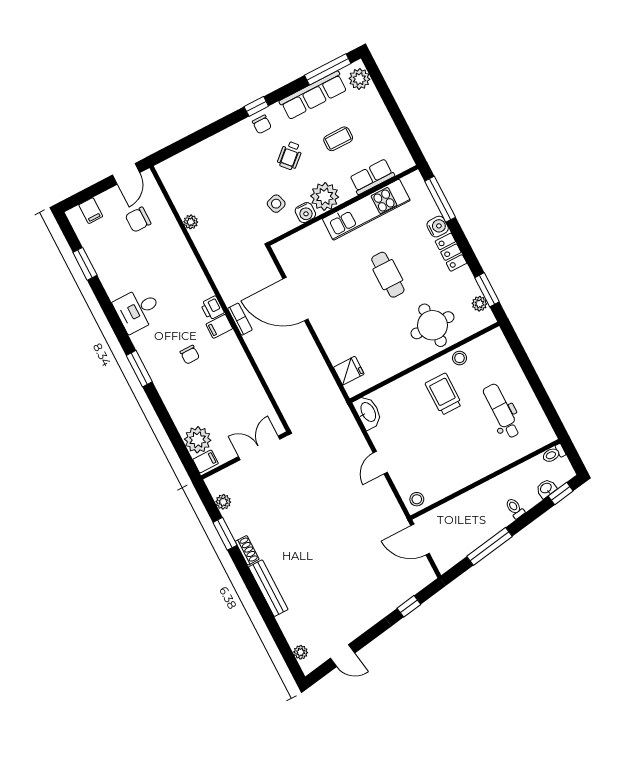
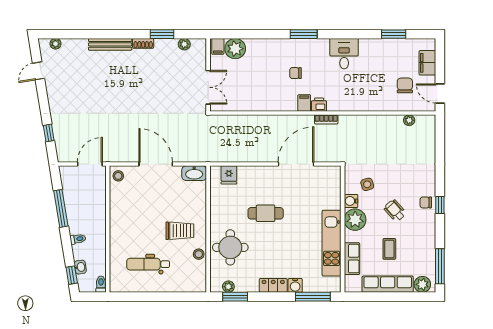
row of seats: (313, 95) -> (388, 284), moved, turned 90
filing cabinet: (91, 211) -> (427, 63), width x2.00
plant: (191, 222) -> (409, 120), moved
cafe table: (388, 275) -> (266, 213), moved
bookcase: (240, 319) -> (326, 119), moved
dental chair: (502, 411) -> (148, 264), turned 180
door: (380, 463) -> (156, 164), width x1.87

